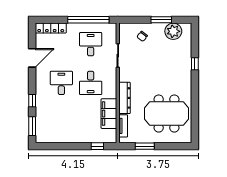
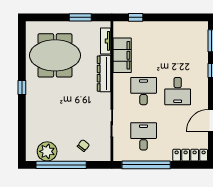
window: (161, 20) -> (61, 165), width x2.11
desk: (91, 44) -> (144, 136), turned 180
window: (195, 64) -> (22, 87), moved

